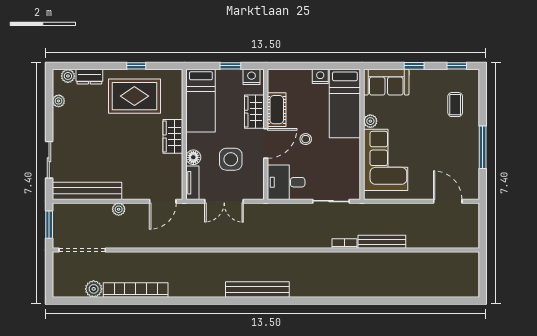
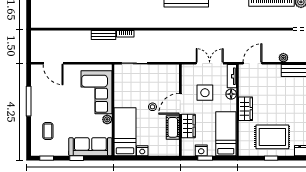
nightstand: (252, 77) -> (201, 150), moved
sofa: (386, 82) -> (90, 147), width x1.36
desk: (286, 182) -> (166, 77), removed
bench: (382, 242) -> (104, 35), width x0.73

